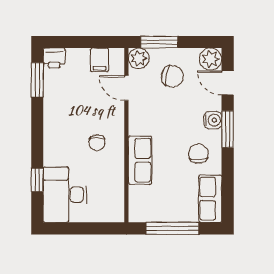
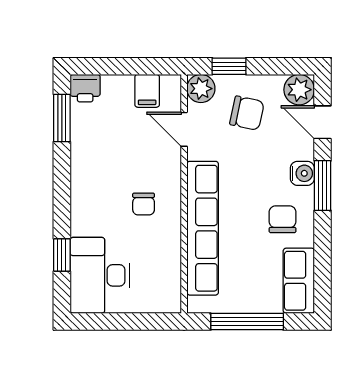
window: (159, 42) -> (229, 66), width x0.67
row of seats: (140, 160) -> (203, 228), width x2.02

